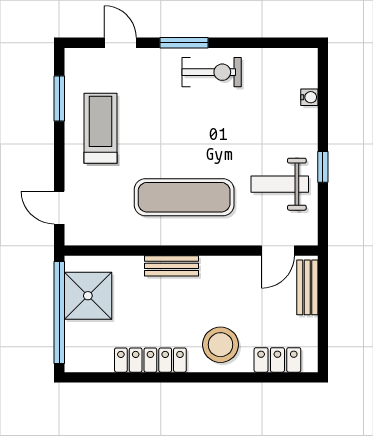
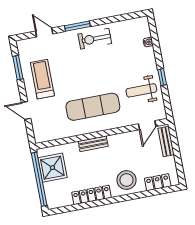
exercise bike: (212, 72) -> (95, 39), turned 180
door: (59, 208) -> (26, 111), moved

